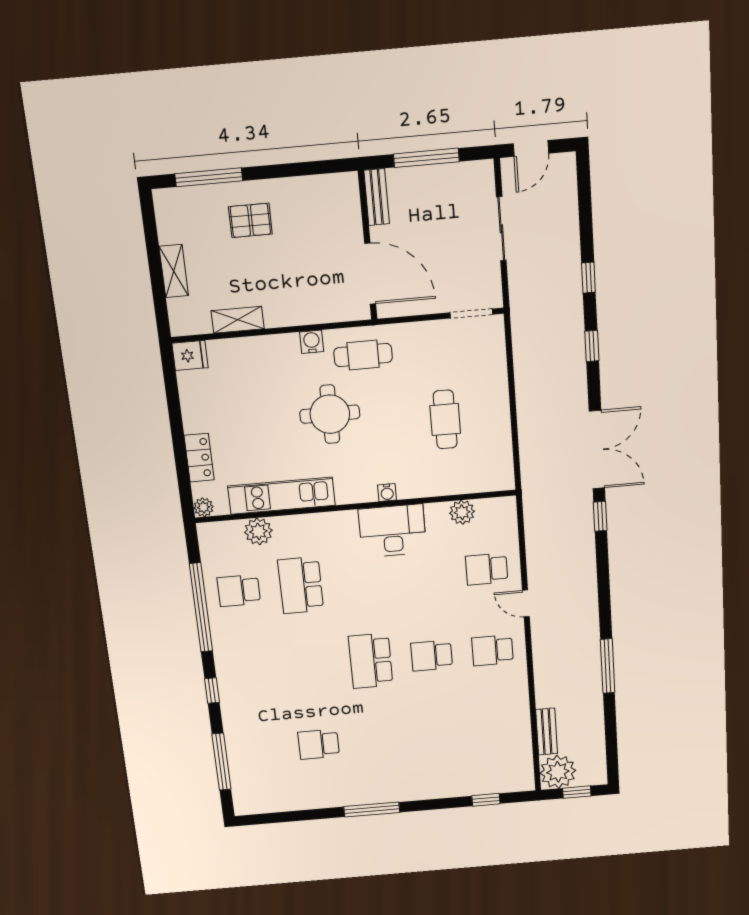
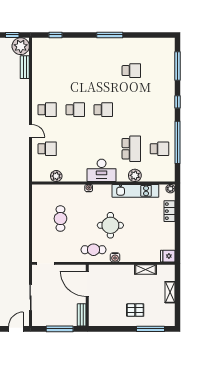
plant: (258, 531) -> (135, 175), moved
desk: (392, 531) -> (102, 170), moved
school desk: (371, 661) -> (103, 110), width x0.54

